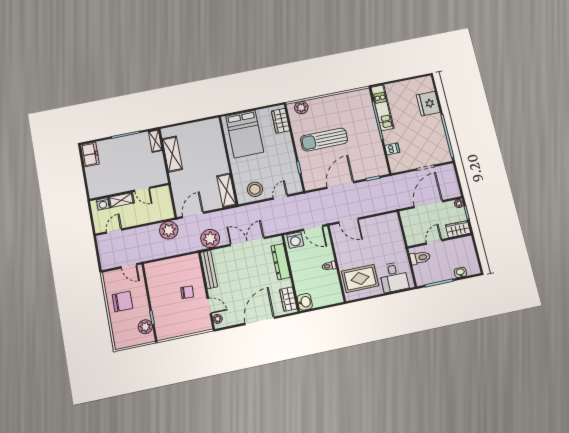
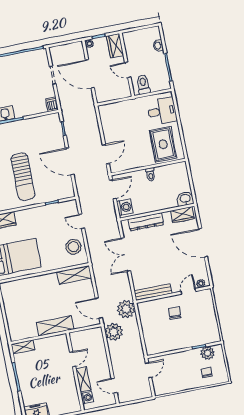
dishwasher: (392, 149) -> (52, 104), moved
shelving: (172, 154) -> (55, 326), moved
plant: (210, 238) -> (126, 309), moved
chair: (122, 301) -> (207, 372), moved, width x0.54, depth x0.54

